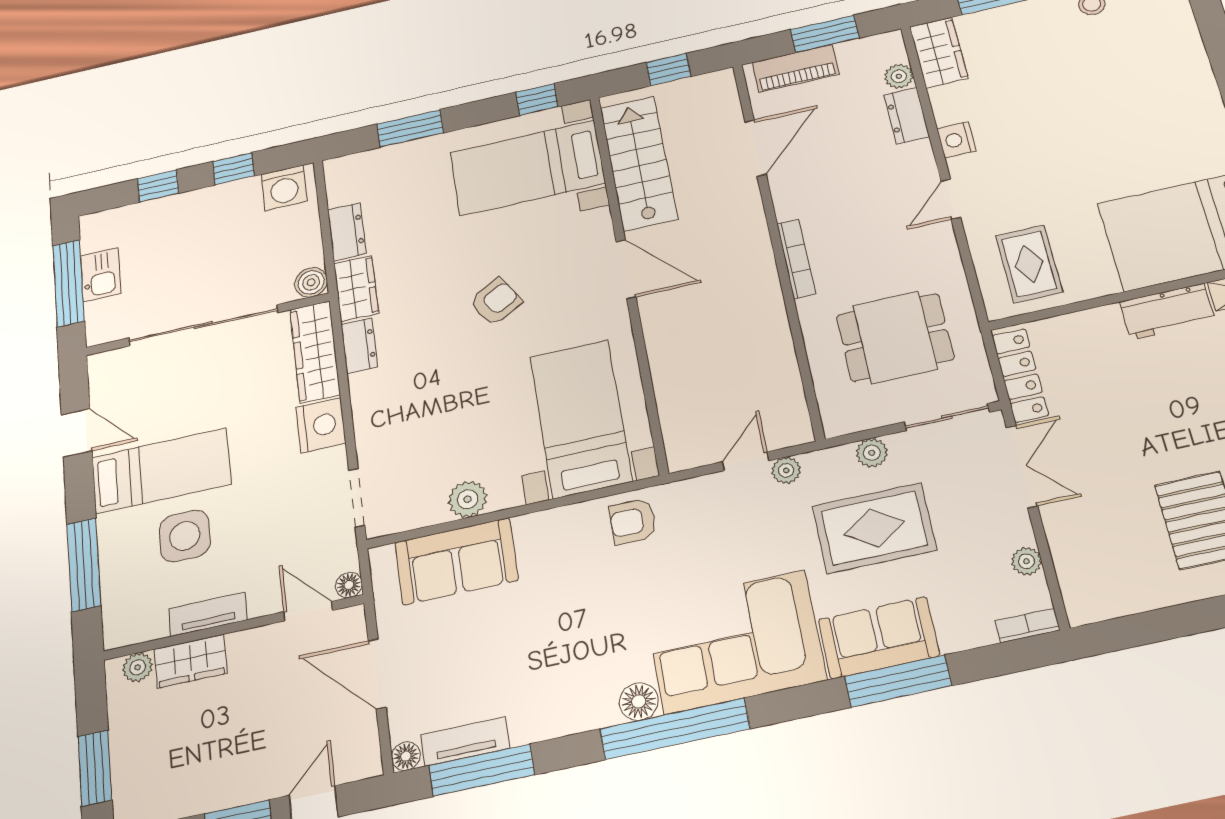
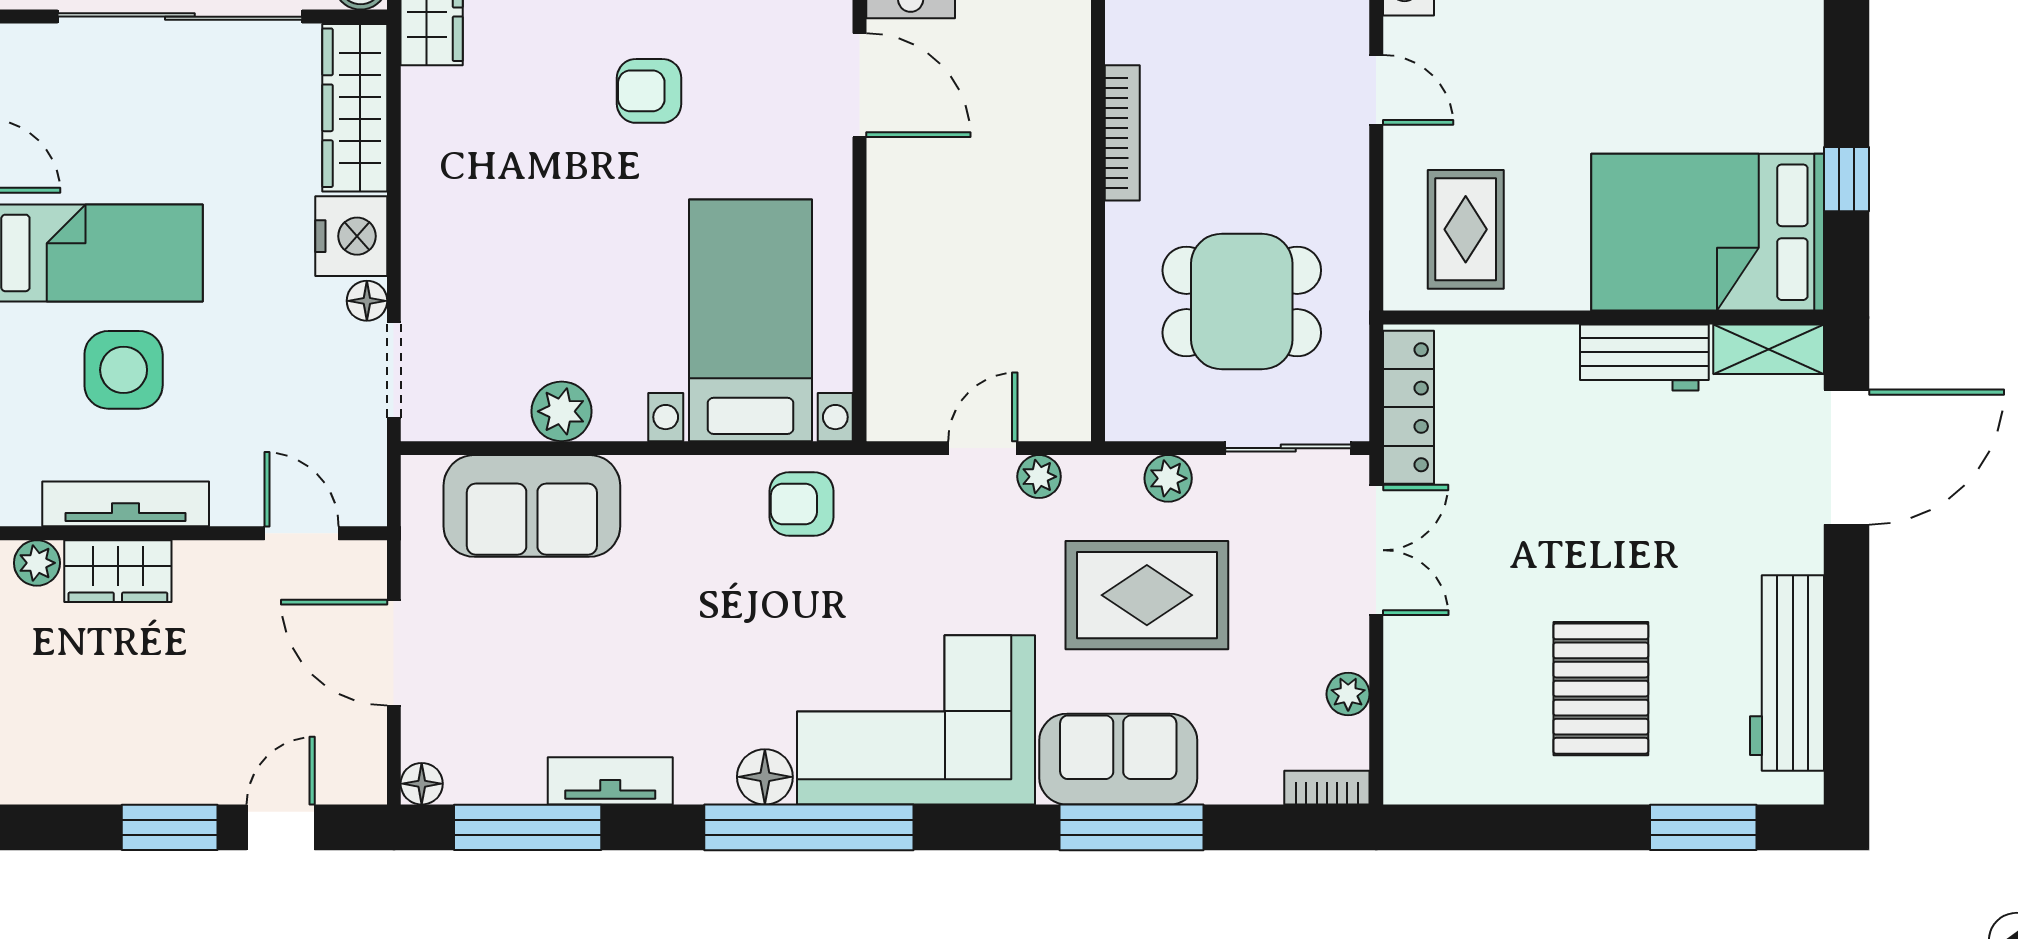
door: (951, 199) -> (1376, 90), swing flipped
armchair: (496, 302) -> (649, 91), turned -150
dresser: (359, 346) -> (426, 114), removed
floor lamp: (349, 585) -> (367, 301), moved
tv unit: (208, 614) -> (126, 504), width x1.41
tv unit: (465, 741) -> (610, 781), moved

